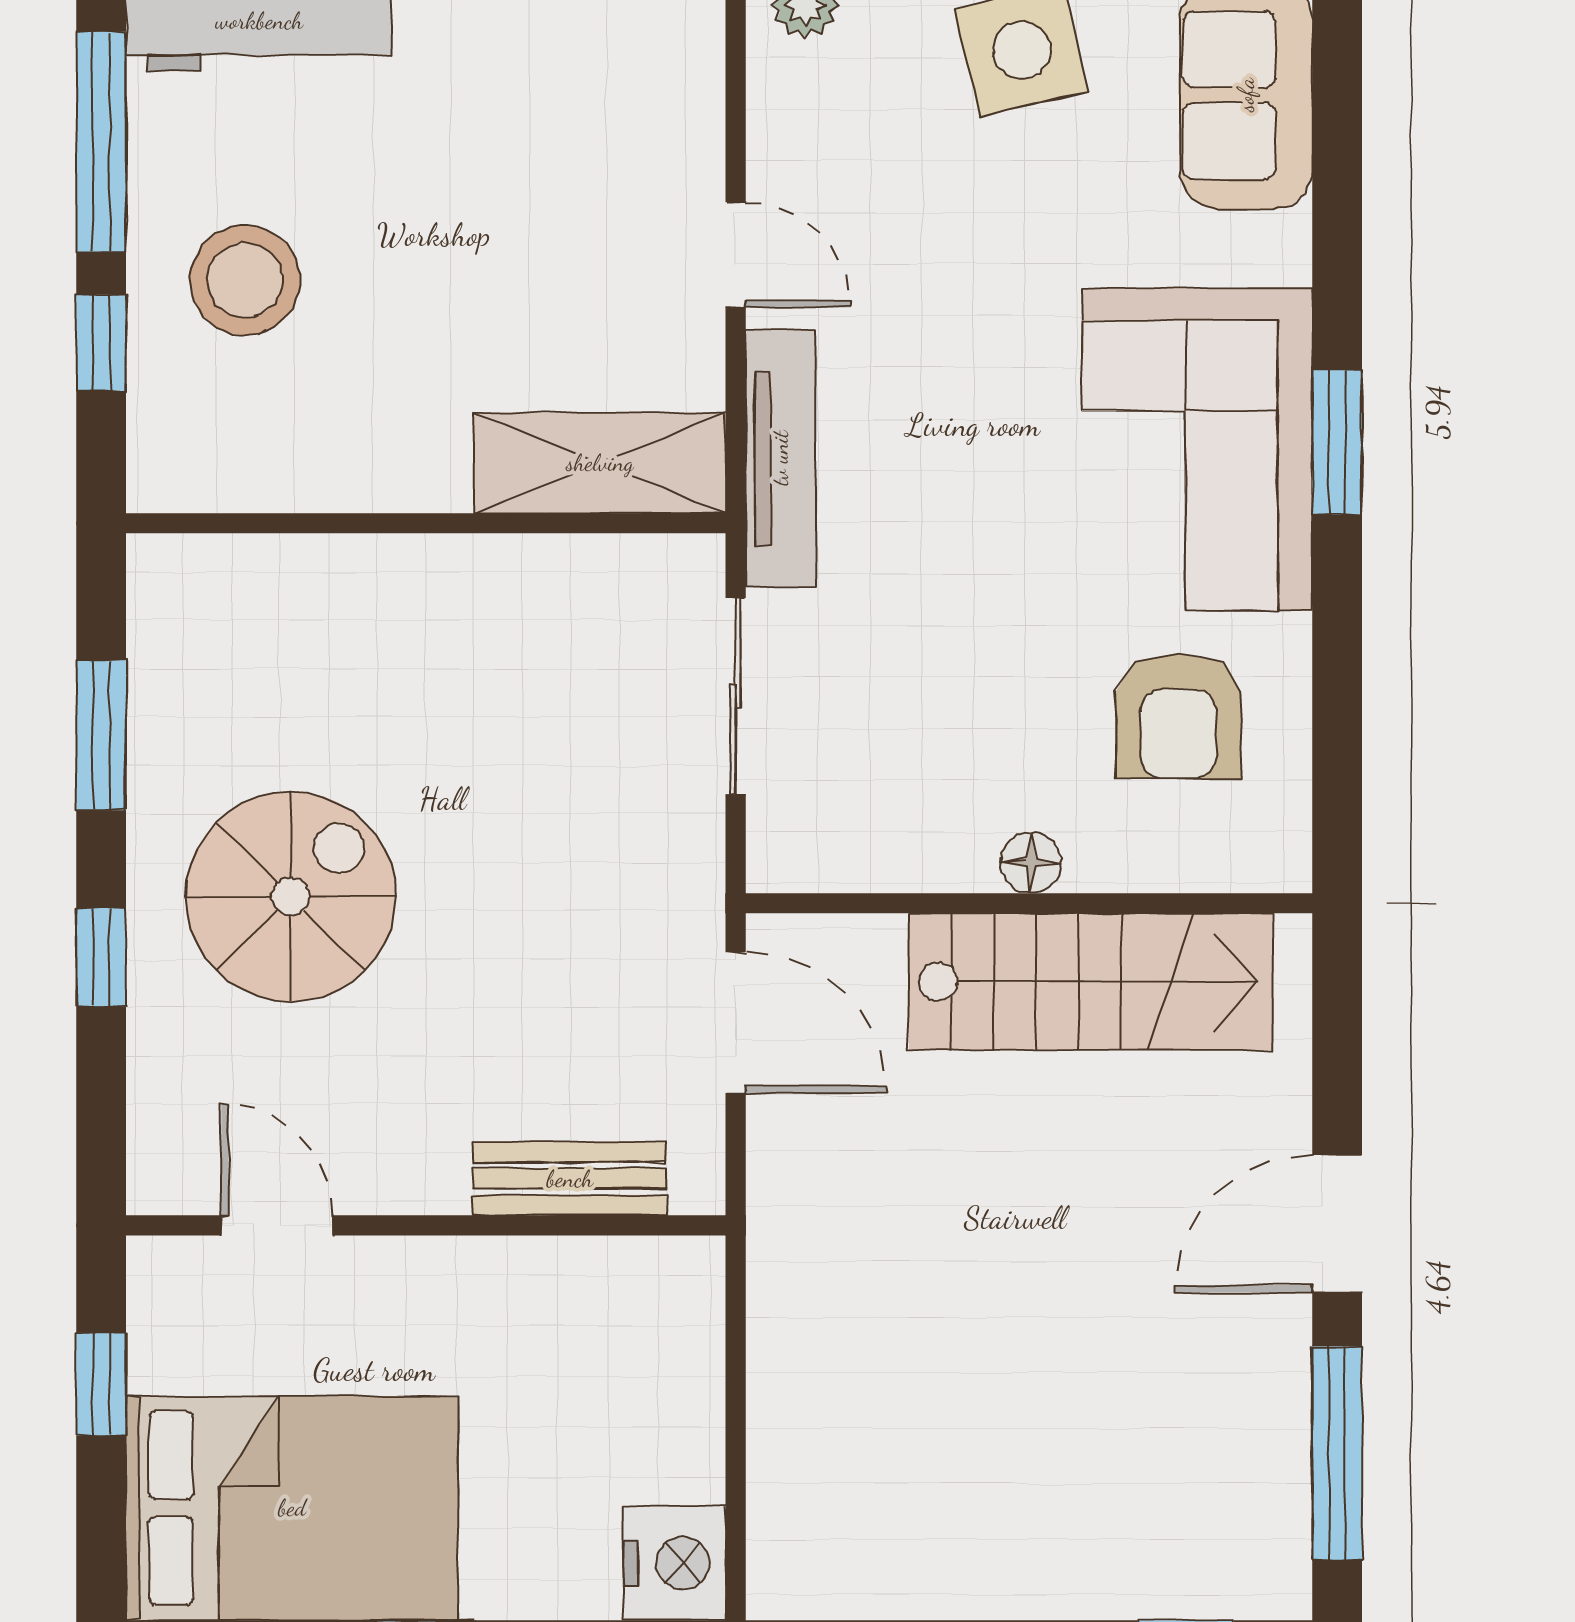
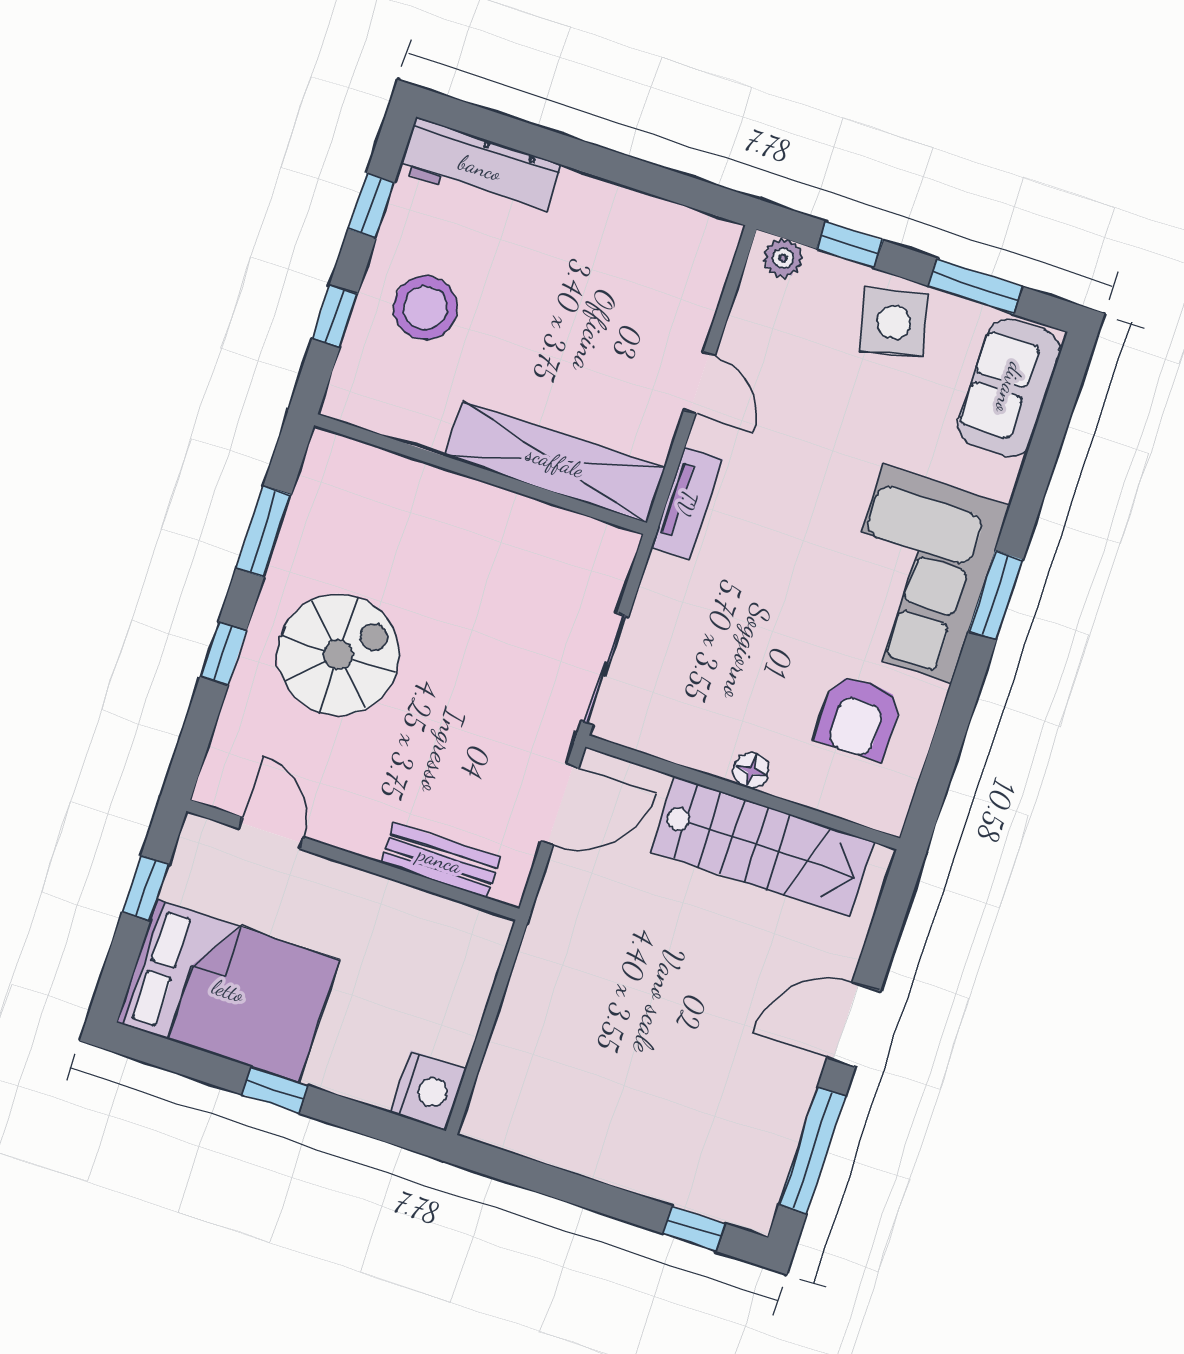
window: (101, 142) -> (371, 206), width x0.46
tv unit: (780, 458) -> (687, 503), width x0.71
shelving: (600, 463) -> (555, 462), width x1.47
sliding door: (736, 696) -> (605, 669), moved
door: (736, 1023) -> (560, 805), hinge flipped

